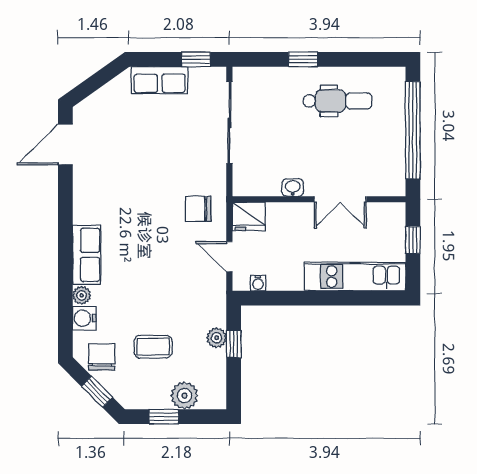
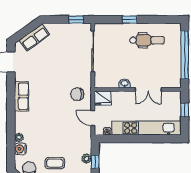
row of seats: (160, 80) -> (34, 37), moved, turned -35
row of seats: (87, 255) -> (22, 96), moved
kitchen unit: (355, 277) -> (147, 128), width x1.36

